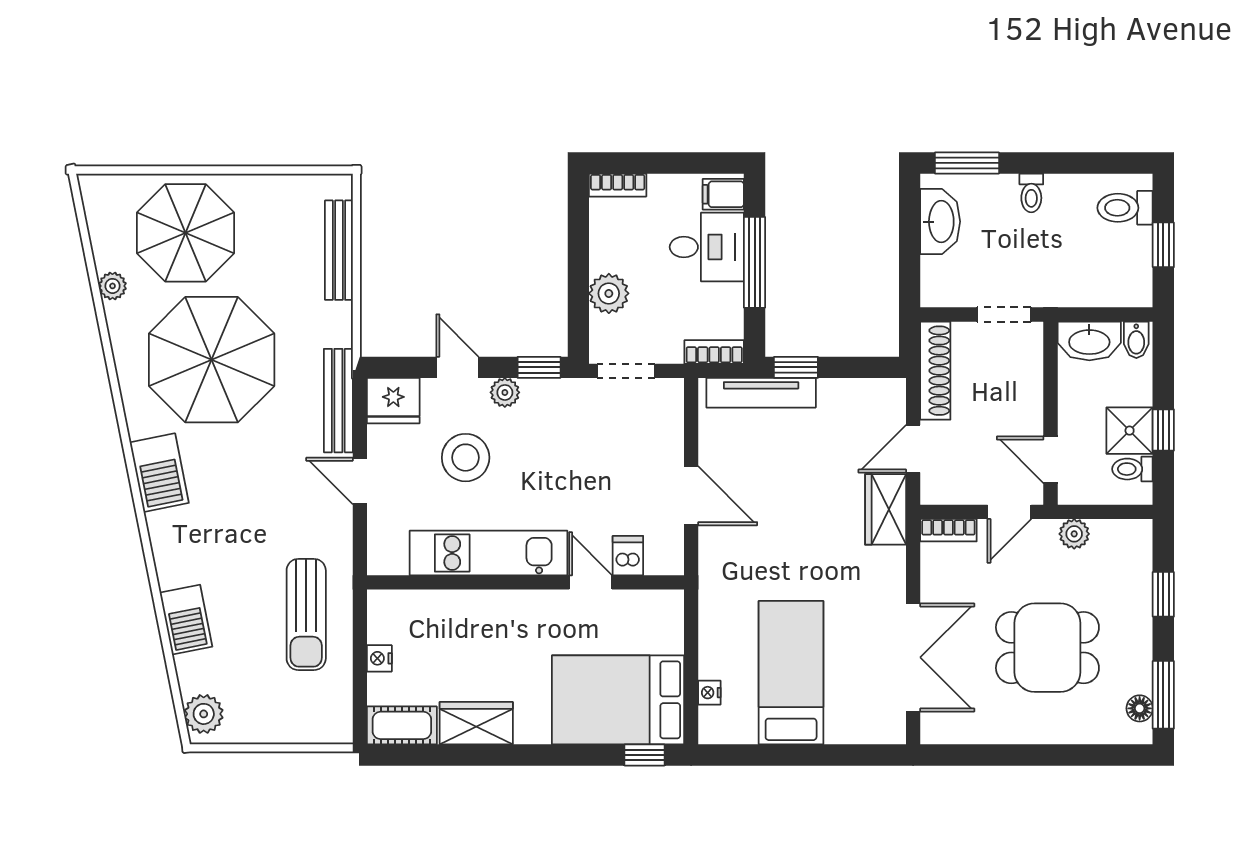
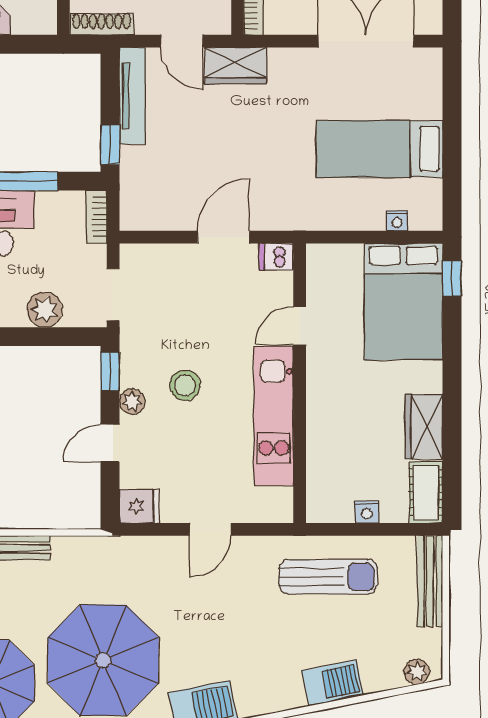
shoe rack: (935, 371) -> (101, 24), width x0.74, depth x0.81
tv unit: (761, 393) -> (132, 96), moved
bench: (338, 401) -> (430, 581), moved, turned 90
fridge: (393, 401) -> (139, 506), width x0.72
stool: (466, 458) -> (185, 385), moved, width x0.73, depth x0.73
dishwasher: (628, 556) -> (276, 257), moved
plant: (204, 714) -> (417, 672), width x0.73, depth x0.73

